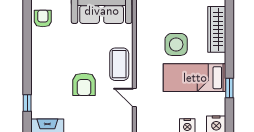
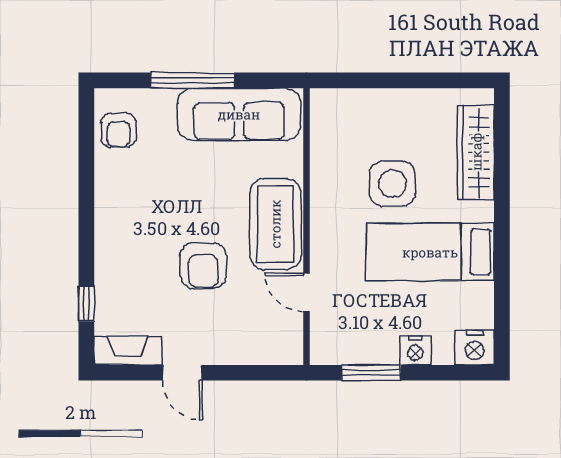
armchair: (43, 18) -> (119, 130), turned 180
coffee table: (119, 64) -> (275, 224), width x1.36, depth x1.32
window: (229, 88) -> (502, 273), removed

